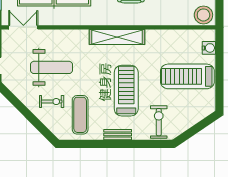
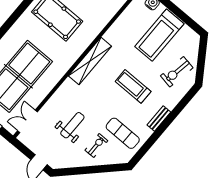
weight bench: (51, 67) -> (72, 125), width x0.73, depth x0.75
treadmill: (126, 91) -> (133, 86), width x0.73, depth x0.73
exercise bike: (159, 122) -> (177, 72), moved, turned -80

